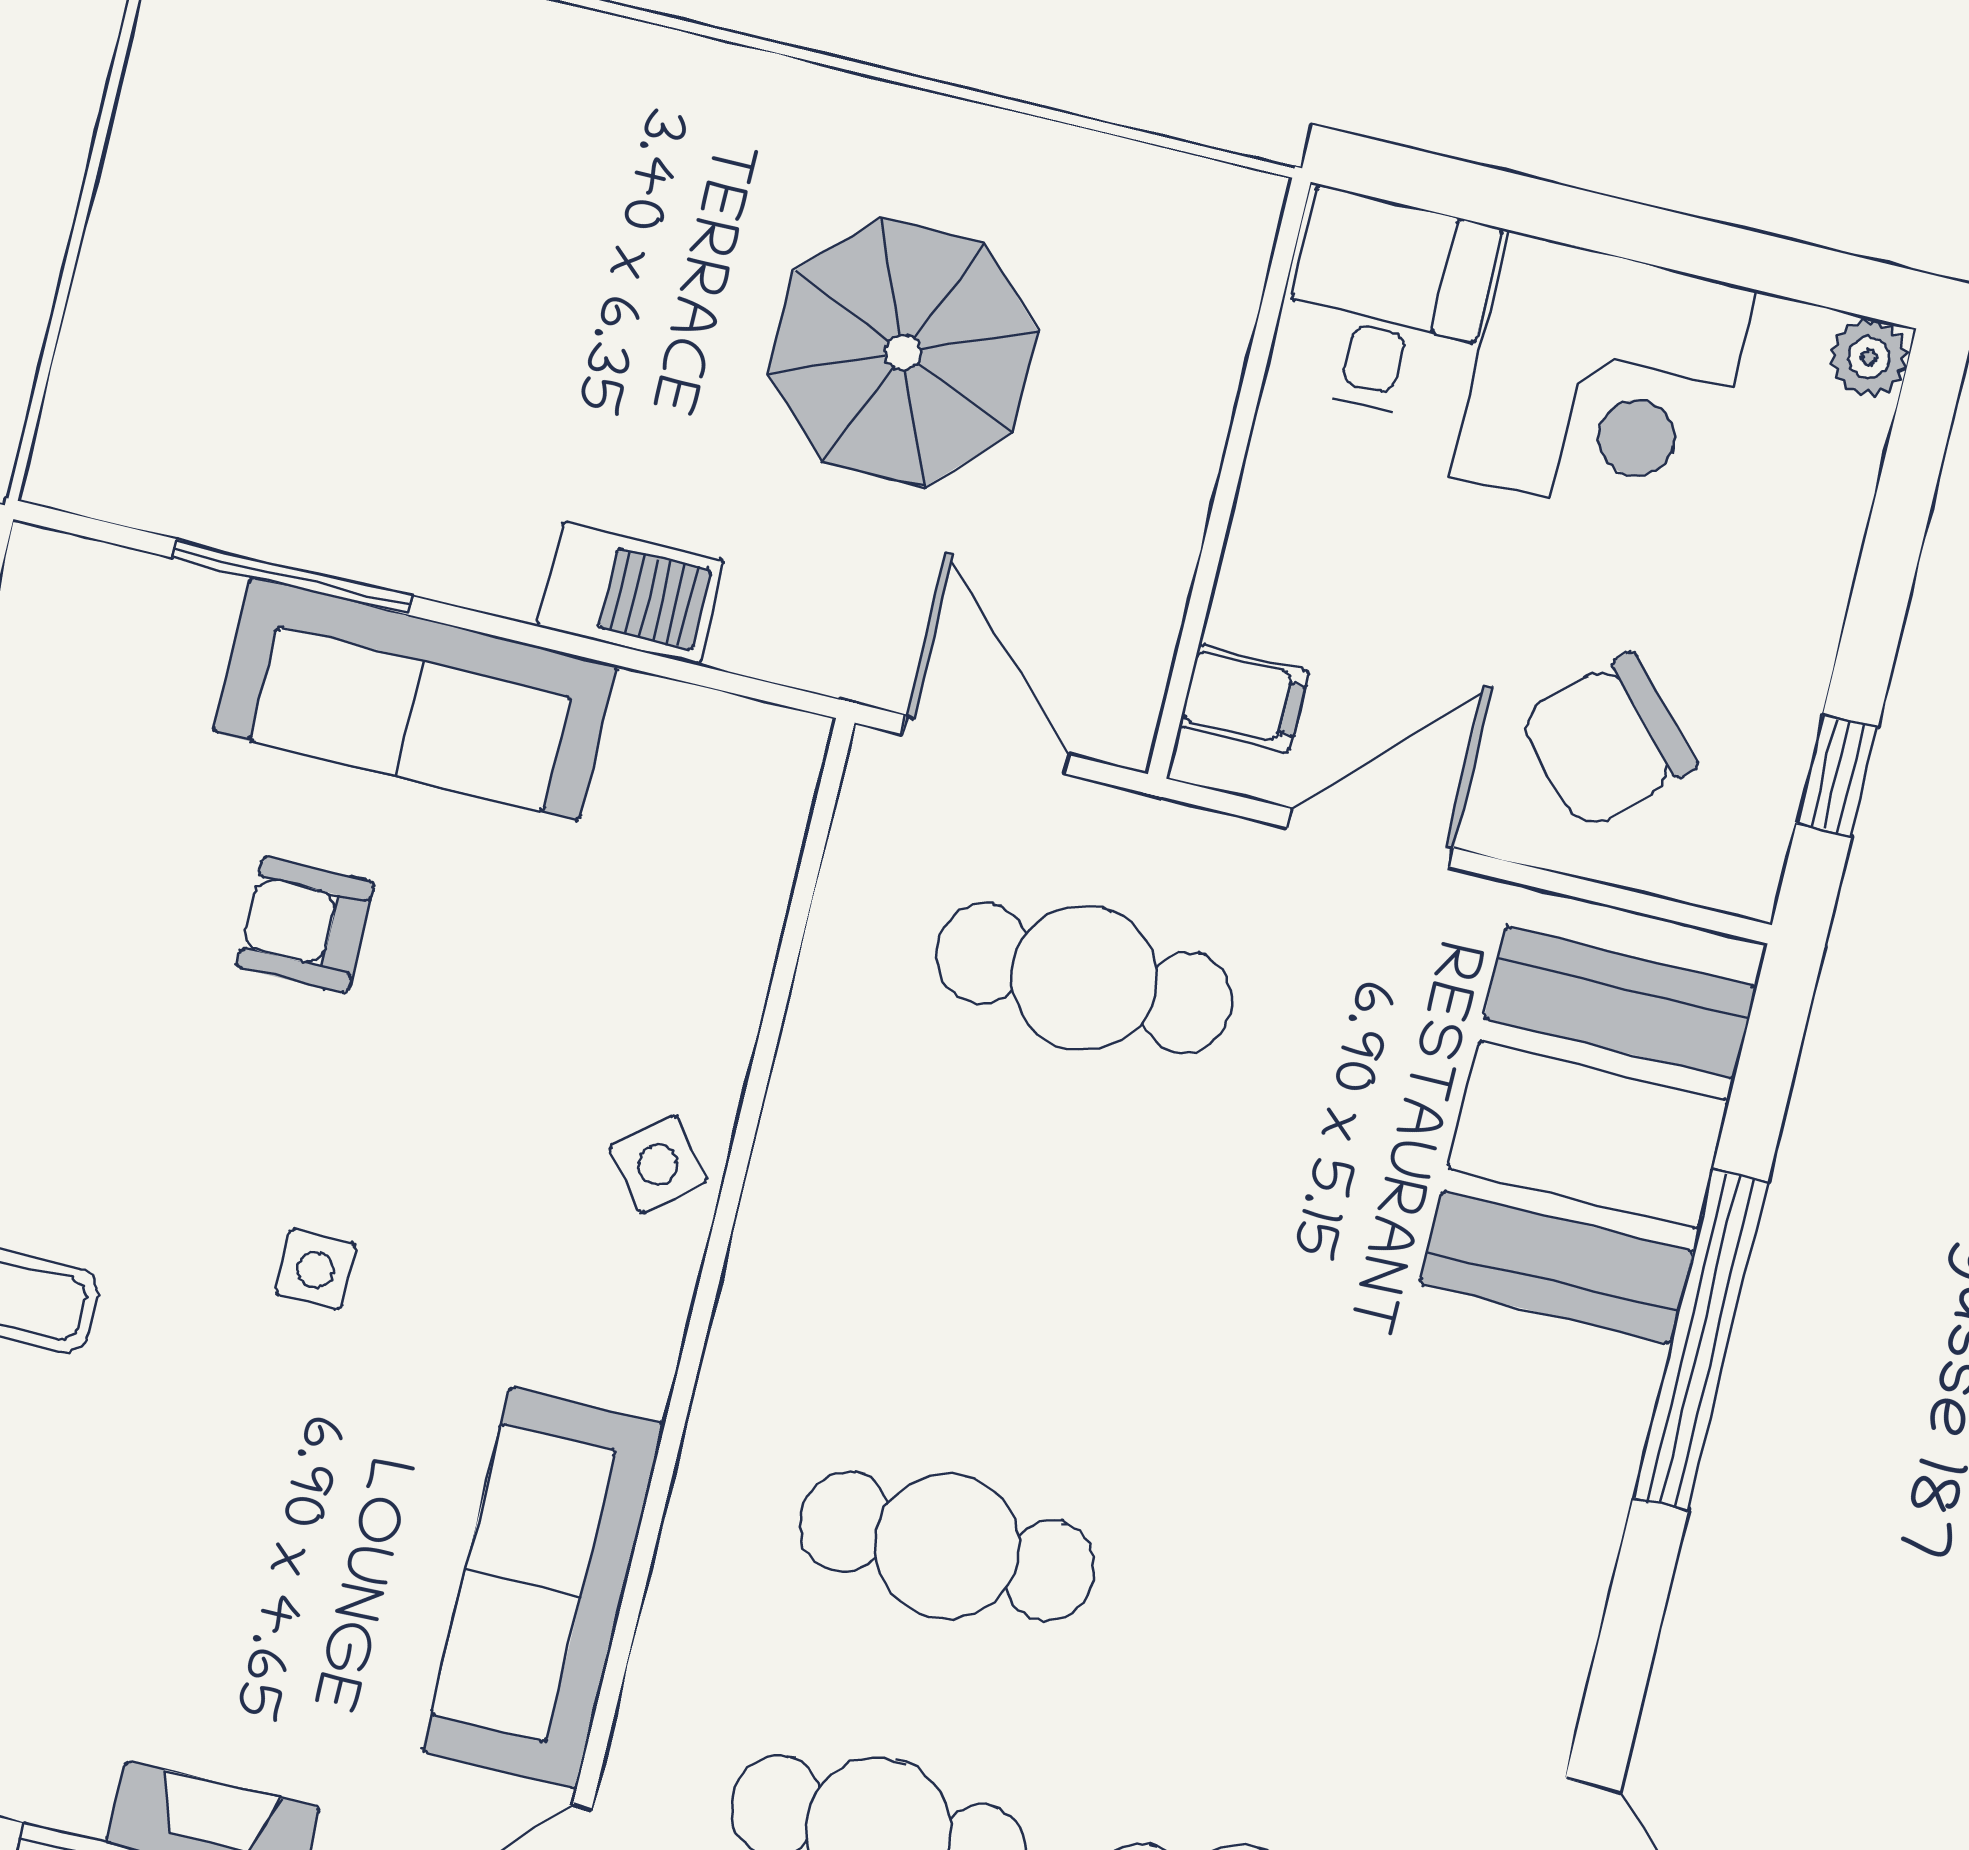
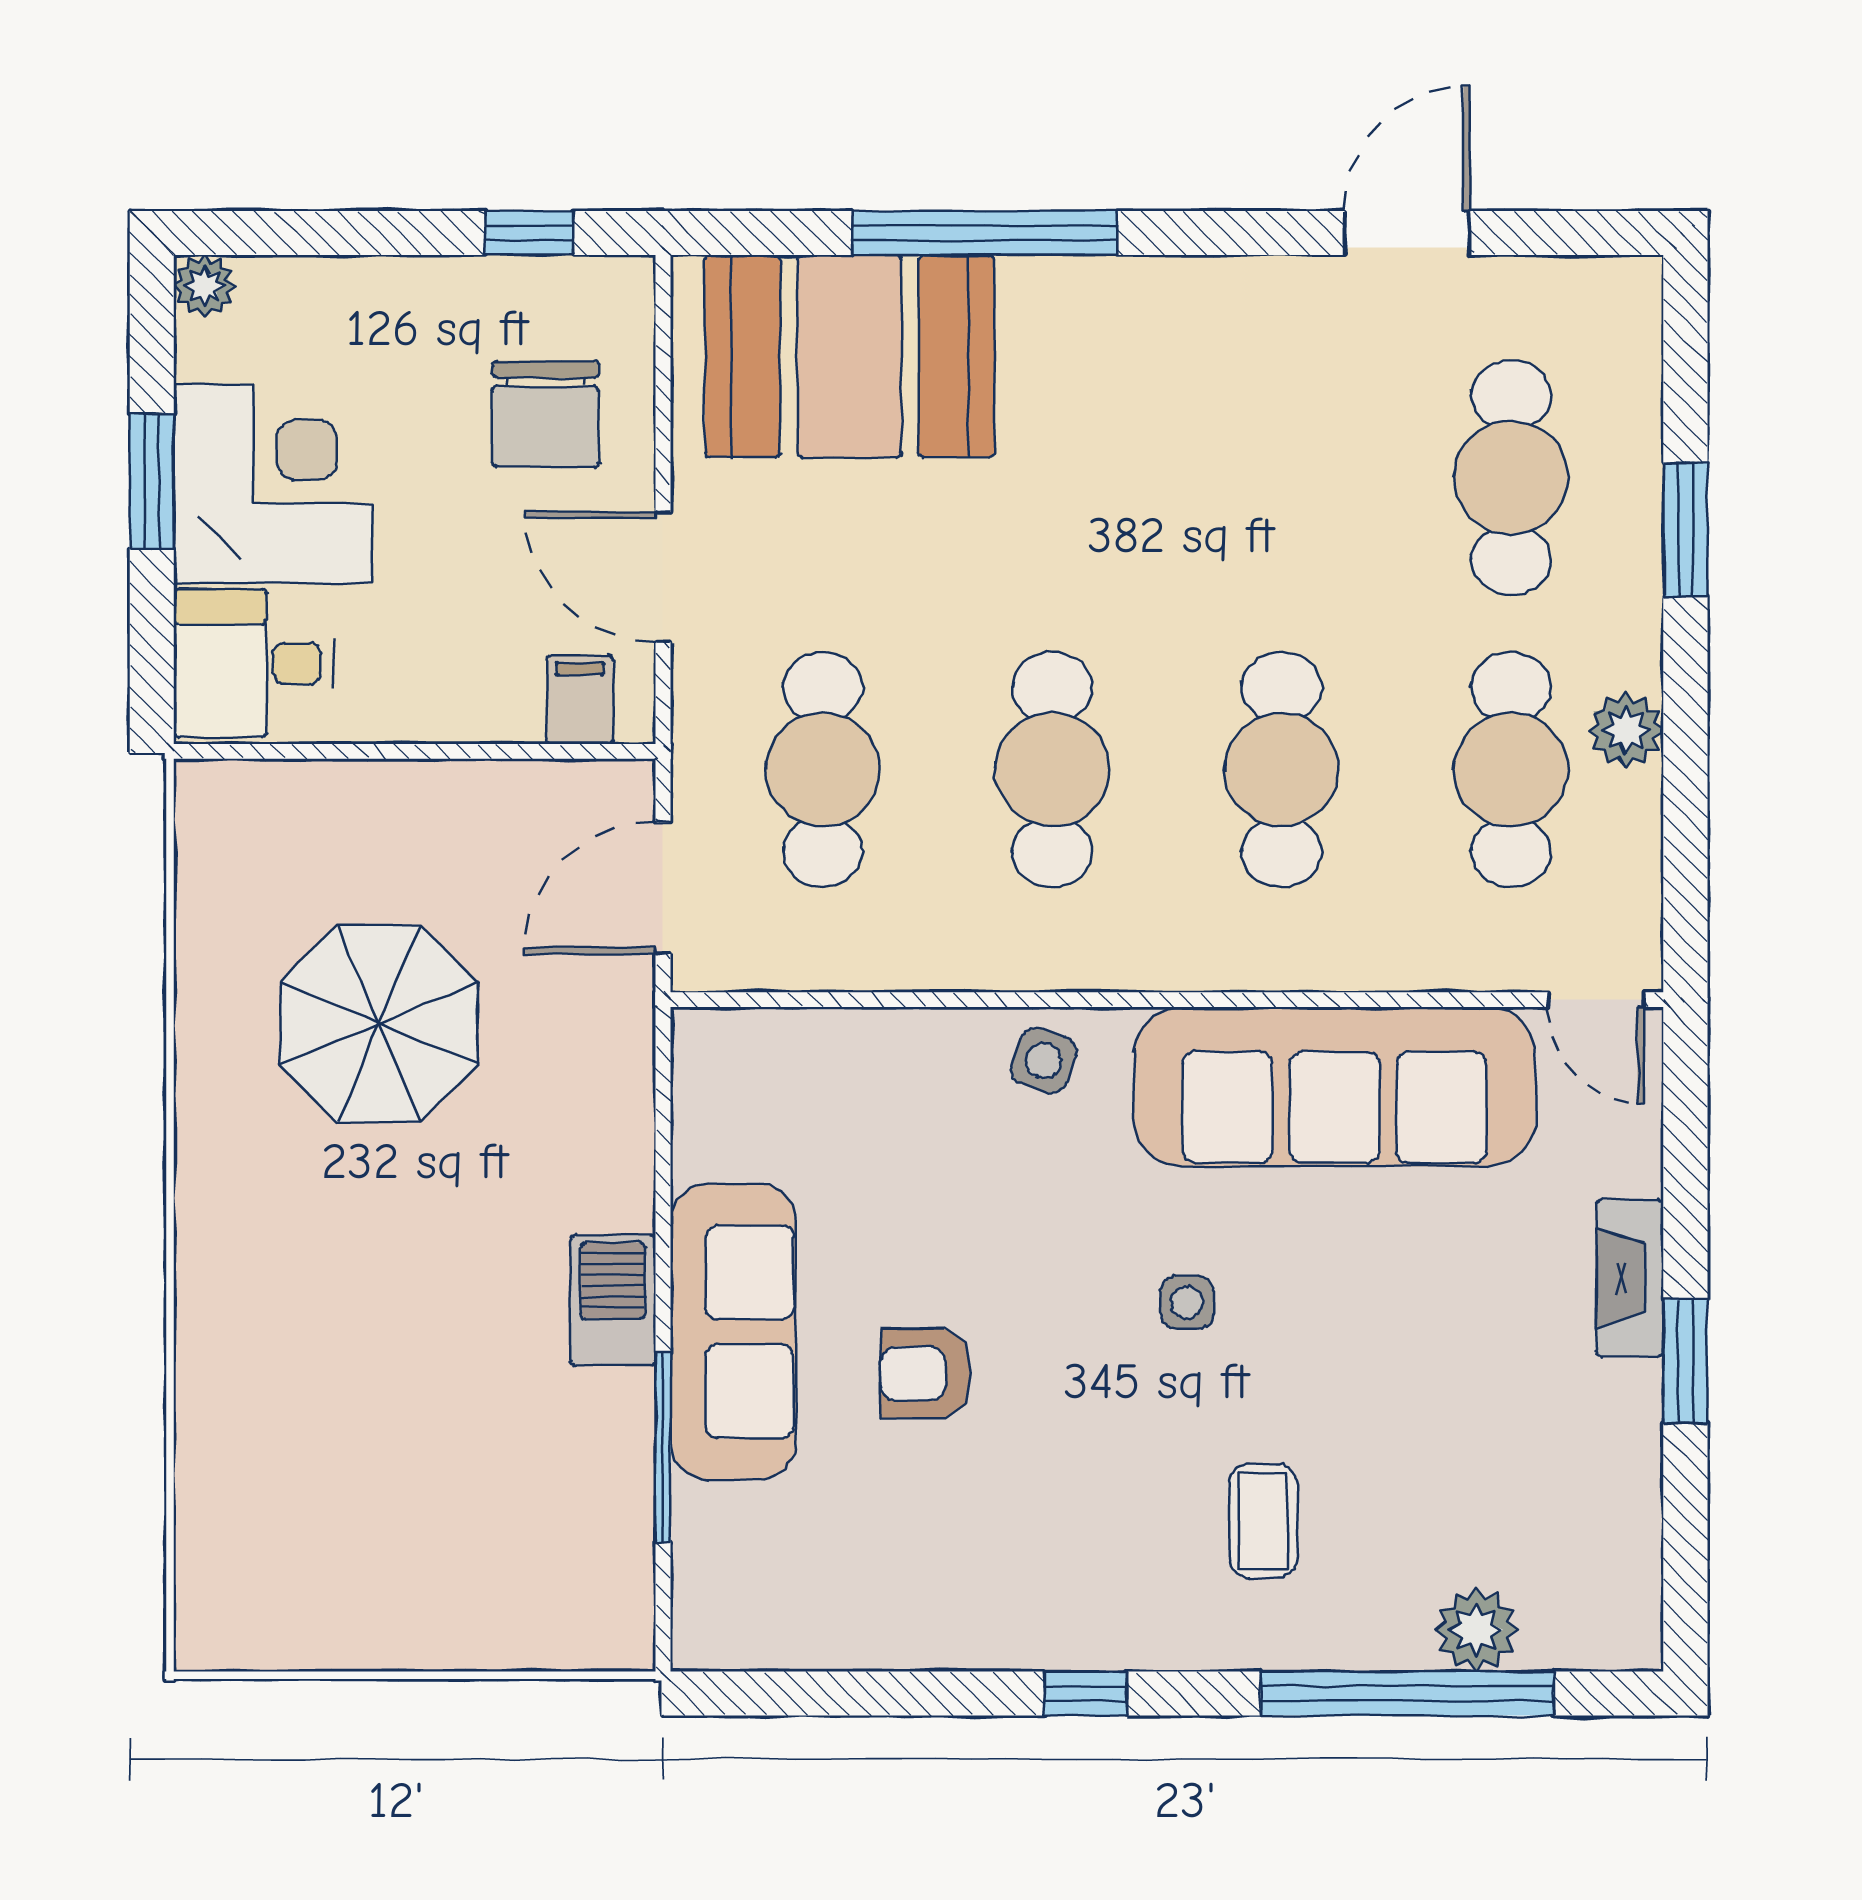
window: (1643, 234) -> (152, 481), added
barbecue: (631, 593) -> (613, 1300), moved
chair: (1608, 741) -> (546, 414), turned 43
armchair: (305, 925) -> (926, 1374), turned 90
side table: (658, 1164) -> (1044, 1061), turned -32
cafe table: (1016, 1262) -> (1052, 770), added
sofa: (544, 1588) -> (1335, 1087), width x1.36, depth x1.27

